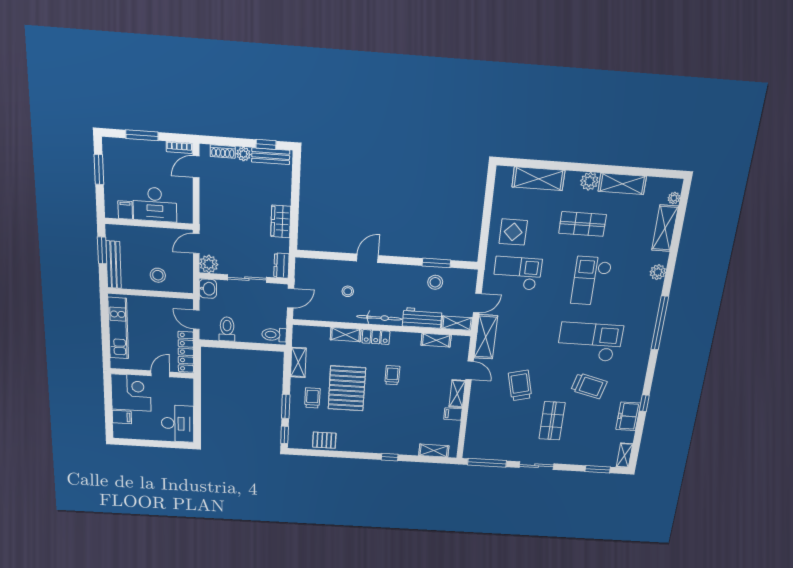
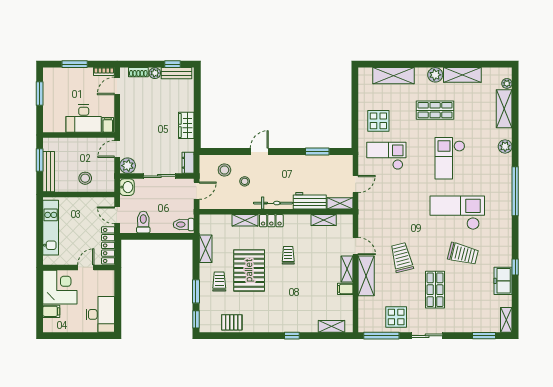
filing cabinet: (125, 210) -> (108, 125), moved
stool: (435, 282) -> (224, 170), moved
shelving: (486, 337) -> (366, 276), moved
display table: (506, 445) -> (396, 317), added

